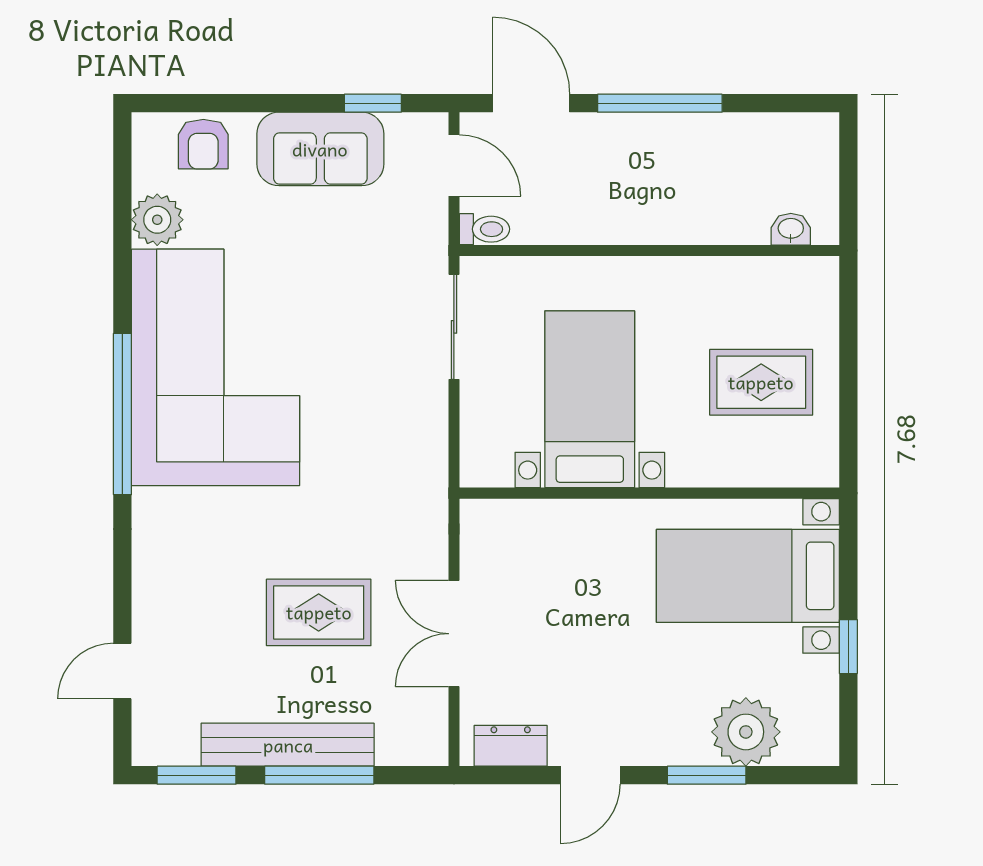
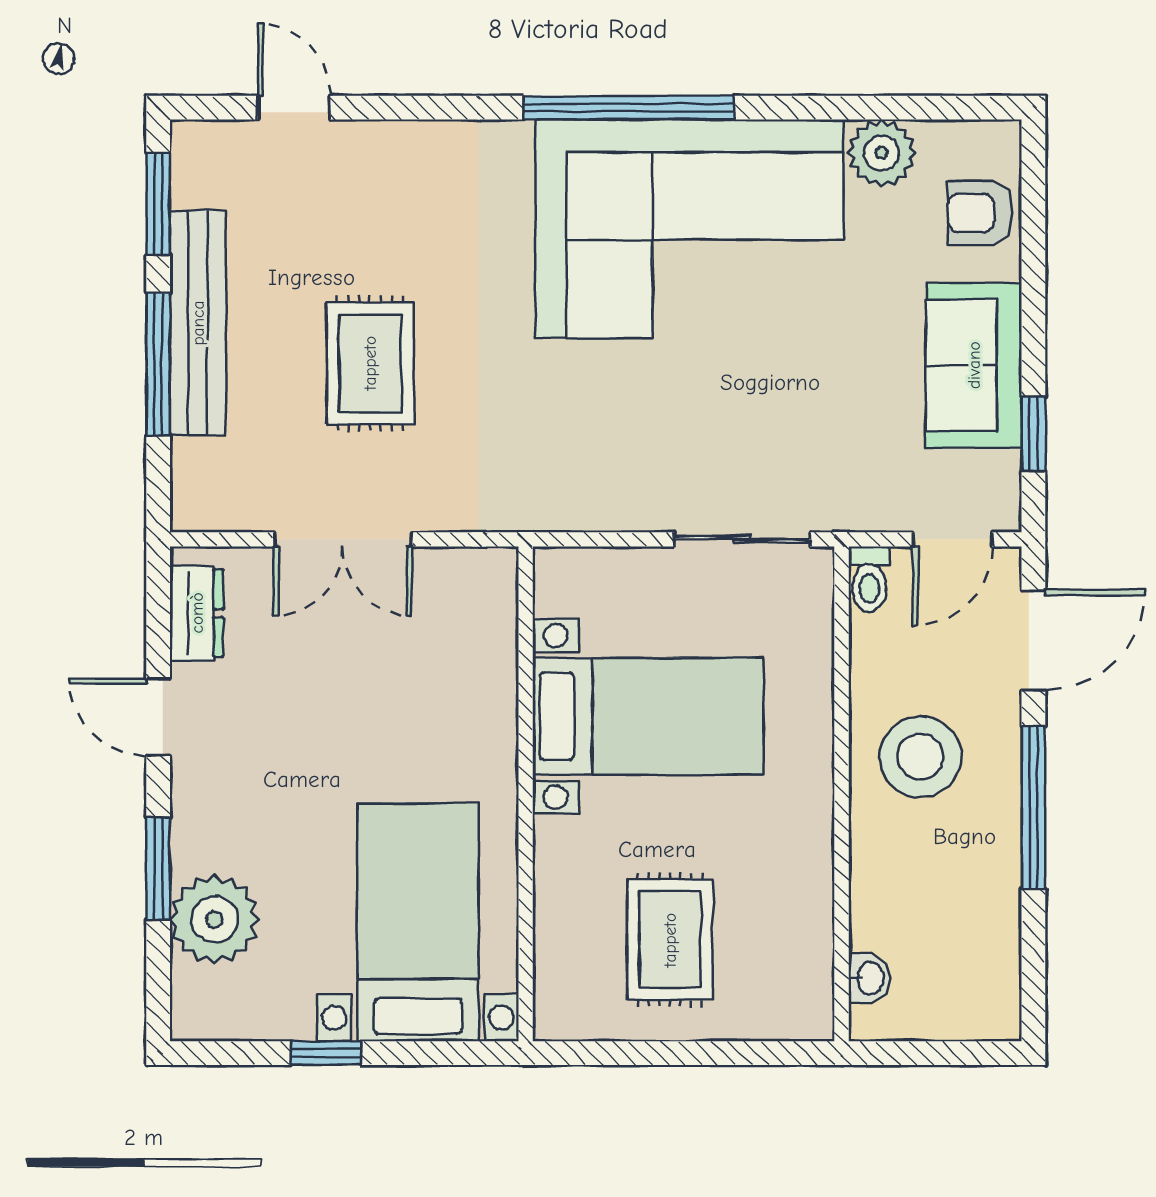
stool: (621, 190) -> (920, 757), added
double door: (454, 634) -> (343, 539), swing flipped

